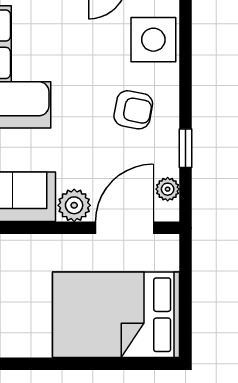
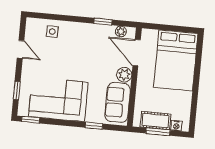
side table: (153, 40) -> (52, 32), width x0.54, depth x0.54
armchair: (133, 110) -> (83, 44), removed

